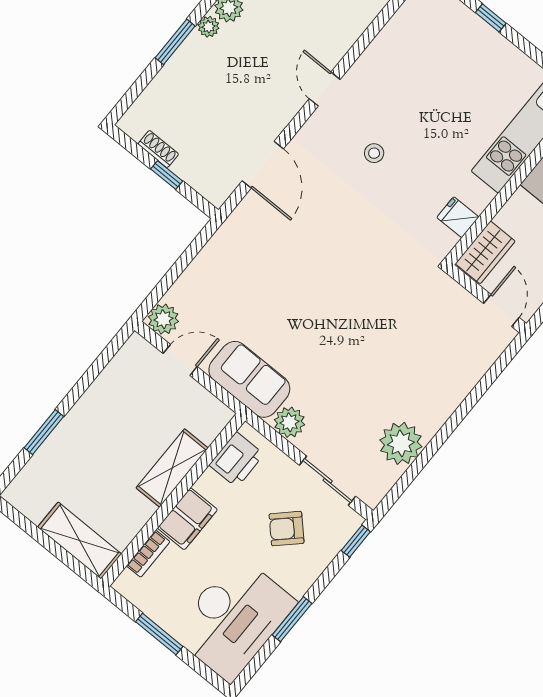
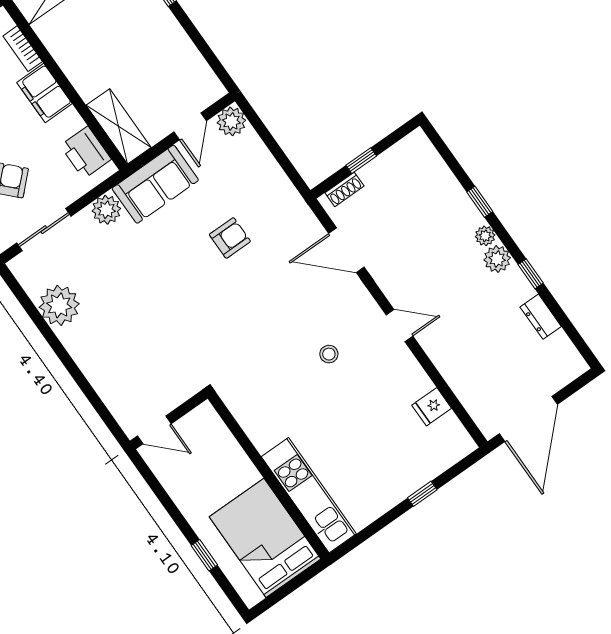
window: (175, 42) -> (480, 202), width x0.67
shoe rack: (158, 149) -> (344, 189), moved
fridge: (458, 217) -> (432, 407), moved, turned 180
wardrobe: (485, 252) -> (211, 430), removed
armchair: (283, 288) -> (230, 238), added
shelving: (172, 468) -> (119, 126), moved

